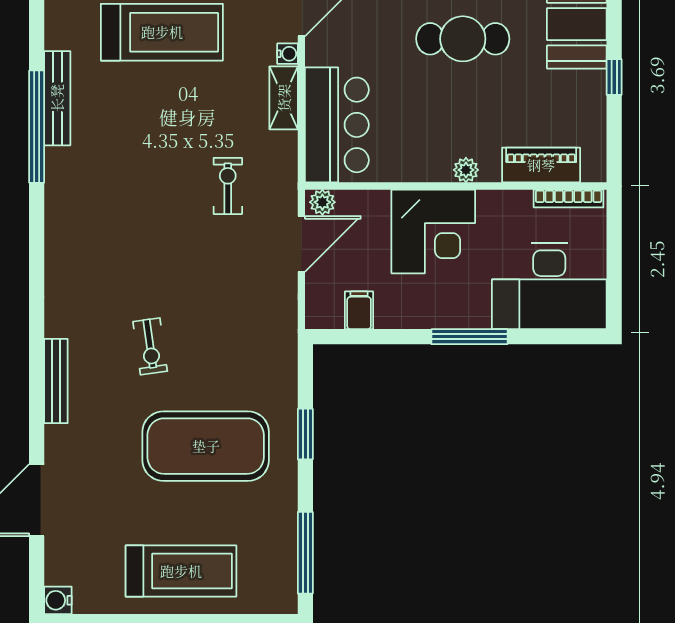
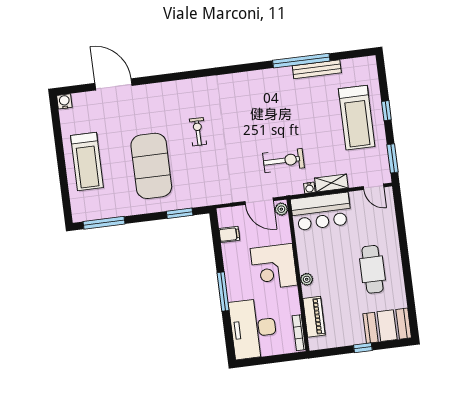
water cooler: (288, 54) -> (309, 188), moved
exercise bike: (228, 186) -> (284, 161), width x1.38, depth x1.39
exercise bike: (150, 346) -> (198, 132), turned 98
bench: (56, 381) -> (175, 87), removed
window: (305, 434) -> (180, 213), moved

